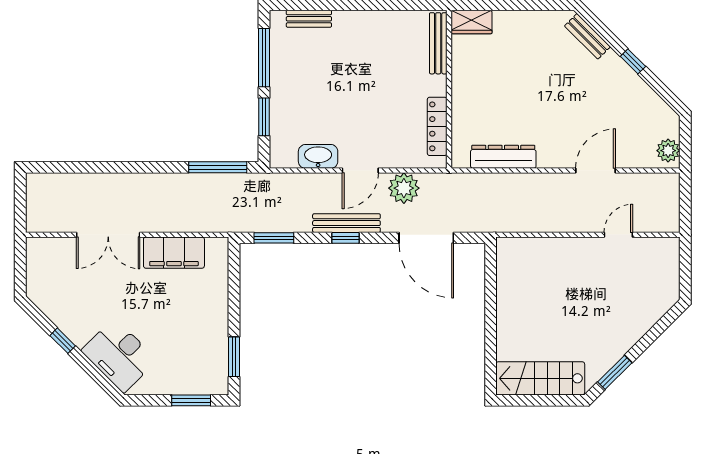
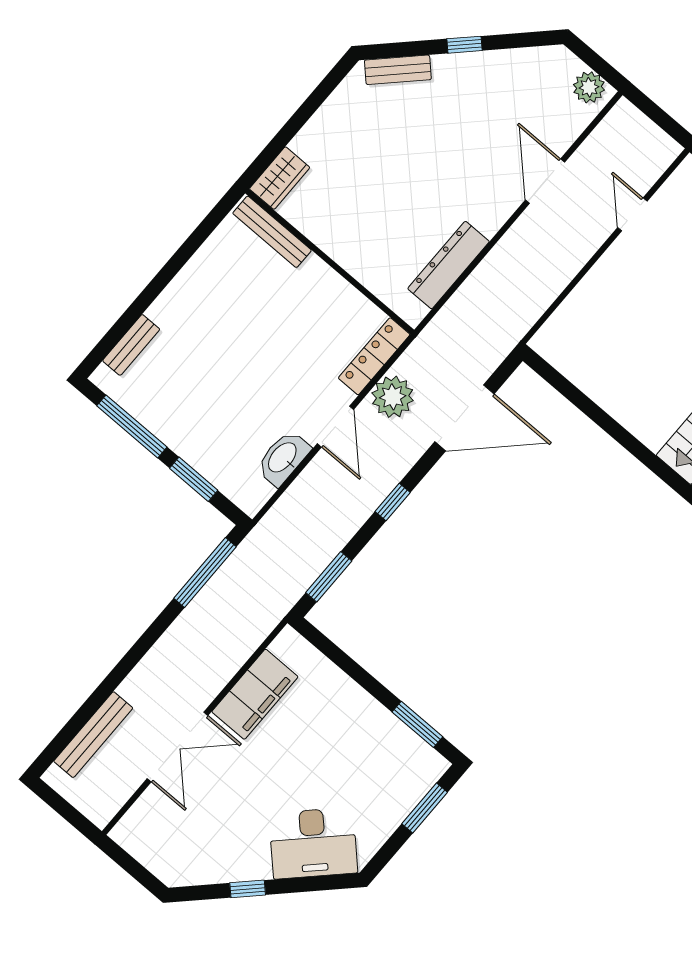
locker: (437, 126) -> (374, 356), moved, turned 90
bench: (346, 223) -> (93, 735), moved

